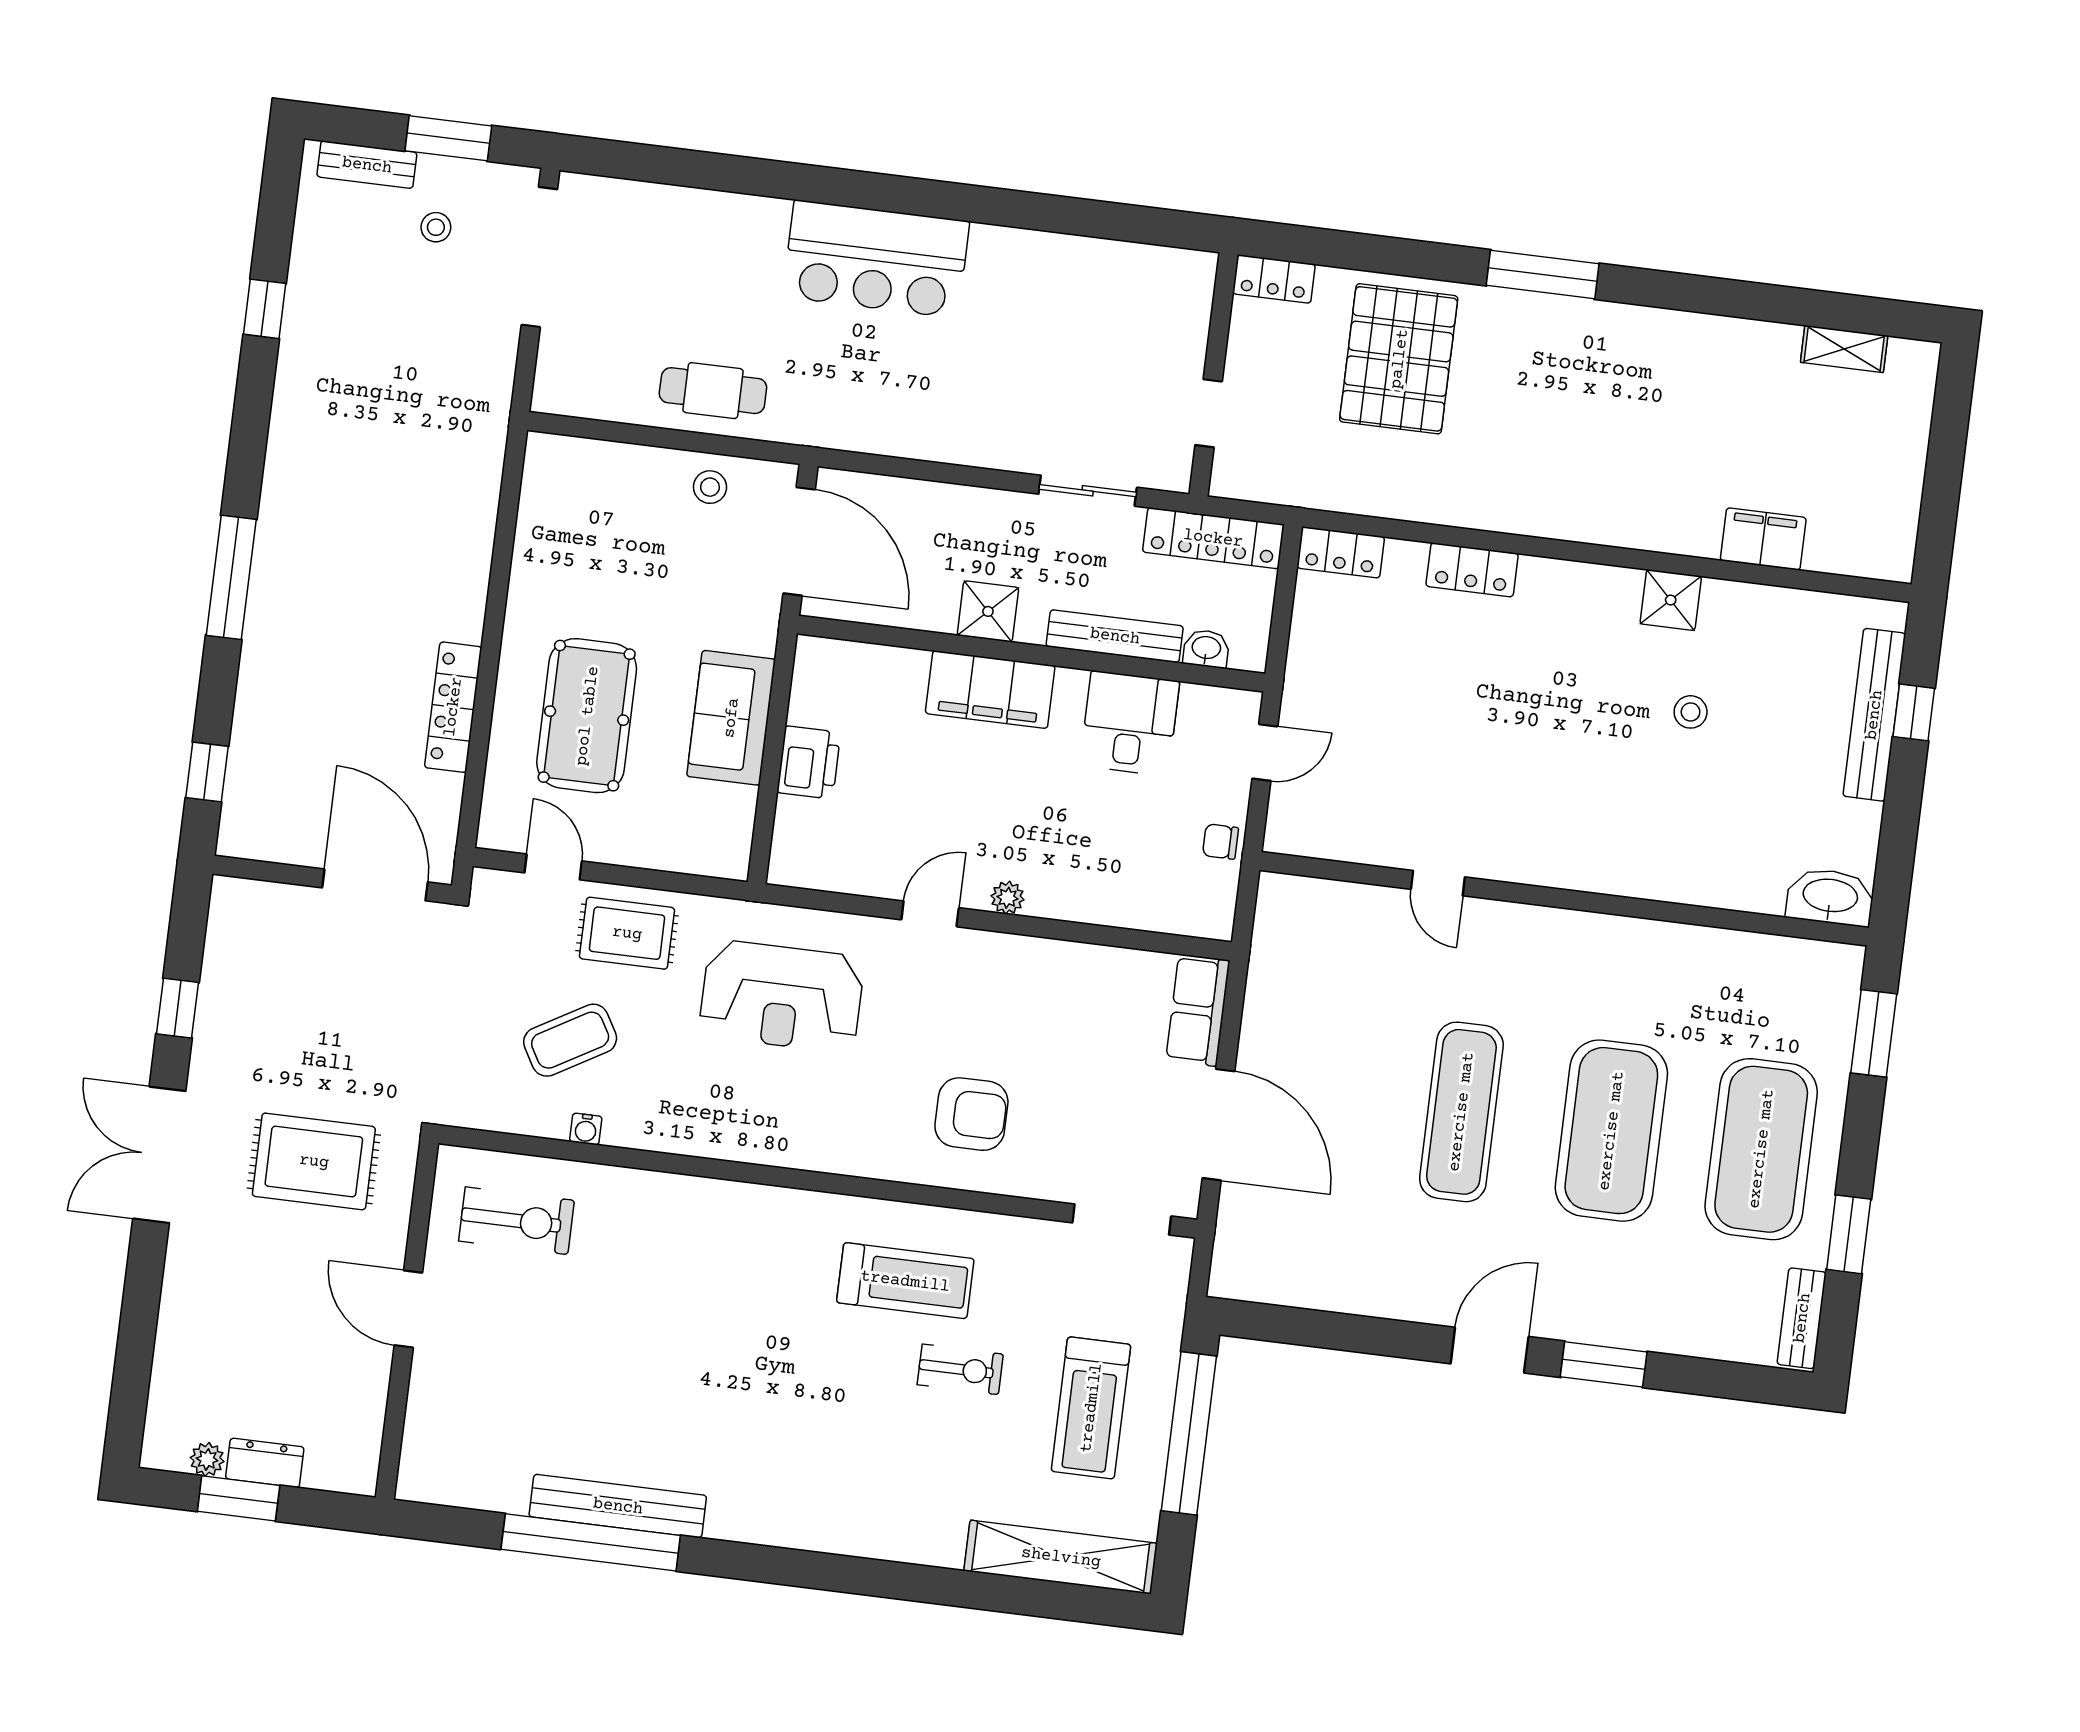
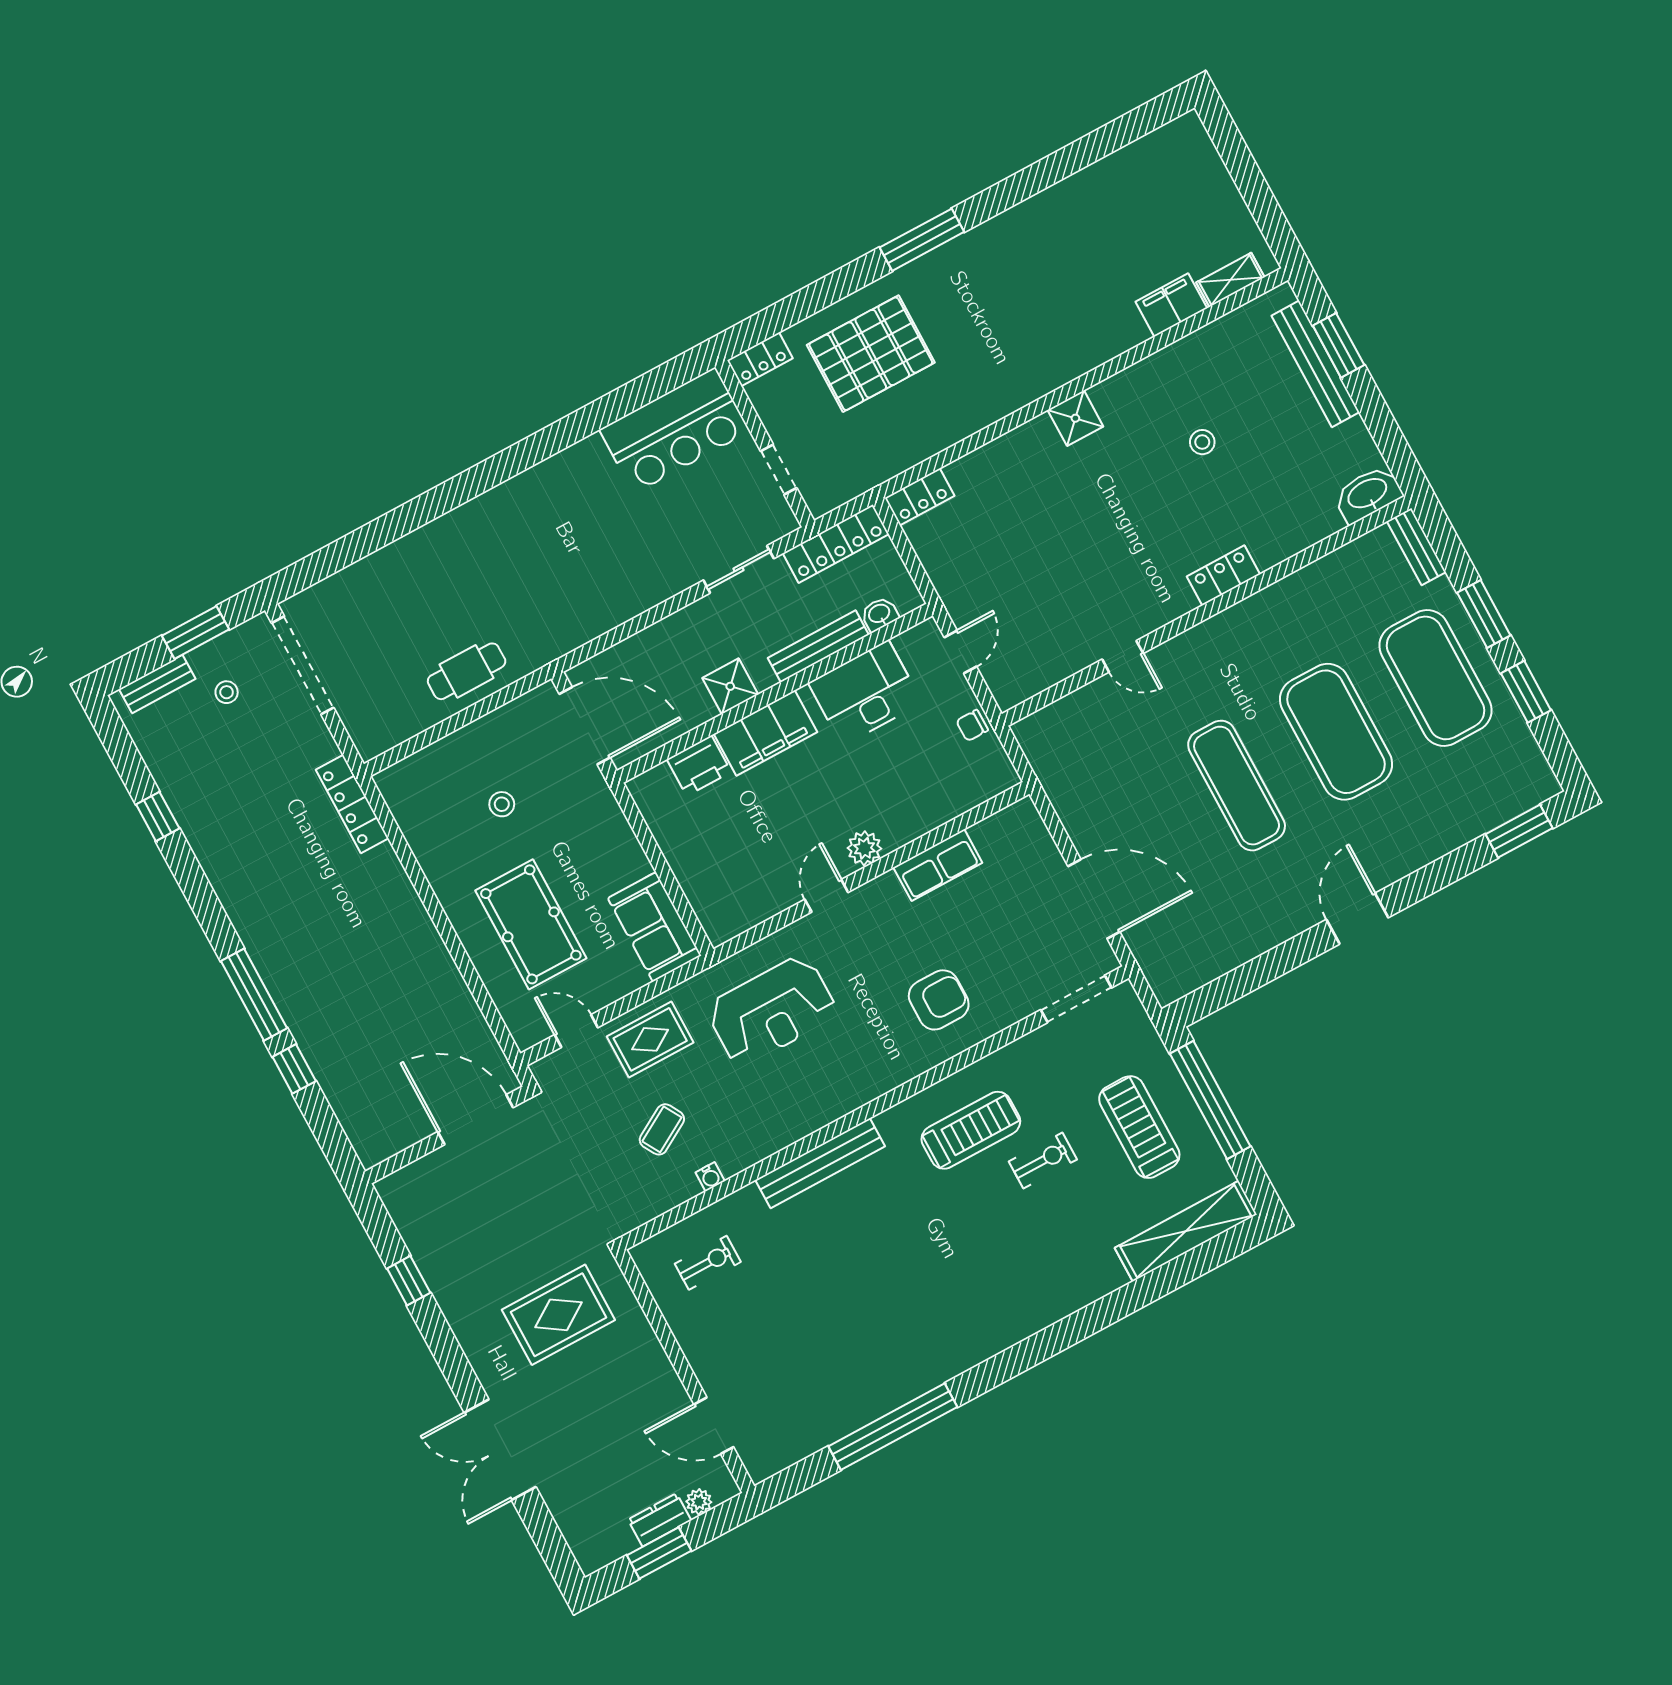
bar counter: (876, 259) -> (675, 430), moved
shelving: (1844, 349) -> (1230, 280), moved
pallet: (1399, 359) -> (871, 354), turned 90
stool: (710, 487) -> (502, 804), moved
locker: (1472, 570) -> (1223, 575), moved, turned 180
shower: (1671, 600) -> (1075, 418), moved
locker: (453, 707) -> (352, 804), moved
window: (1914, 712) -> (1339, 345), width x1.50
sofa: (731, 718) -> (655, 927), moved
desk: (1130, 723) -> (865, 693), width x1.37
printer: (809, 762) -> (699, 766), moved, turned 90
window: (207, 772) -> (294, 1069), moved
plant: (1007, 898) -> (864, 848), width x1.38, depth x1.38
row of seats: (1198, 1010) -> (938, 865), moved, turned -90
window: (1874, 1033) -> (1484, 614), moved
coffee table: (570, 1040) -> (662, 1129), width x0.73, depth x0.77
double door: (159, 1155) -> (500, 1450), moved
exercise bike: (516, 1221) -> (708, 1263), width x0.73, depth x0.72
door: (408, 1309) -> (714, 1426), moved
bench: (1802, 1318) -> (1416, 547), moved
window: (1604, 1364) -> (1519, 831), moved
treadmill: (1091, 1408) -> (1139, 1127), turned 180
plant: (207, 1459) -> (699, 1502), moved
bench: (618, 1506) -> (820, 1163), moved

